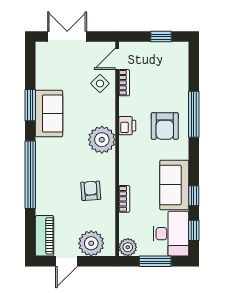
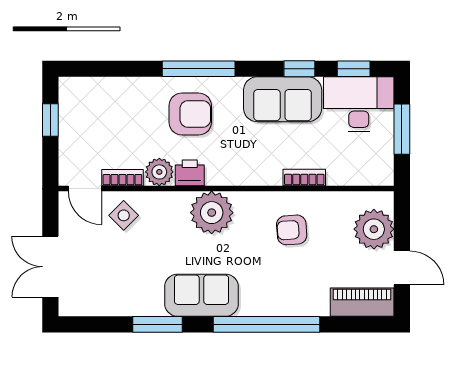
sofa: (49, 113) -> (202, 295), moved
window: (194, 114) -> (199, 69), moved
plant: (128, 247) -> (159, 172), moved

